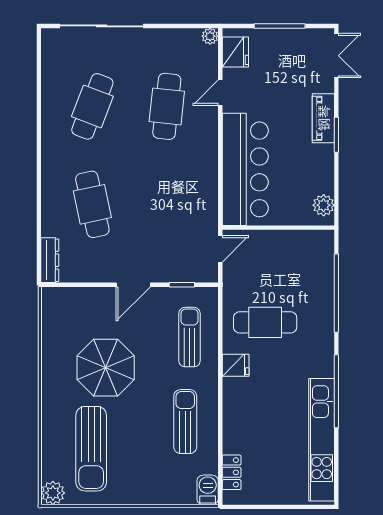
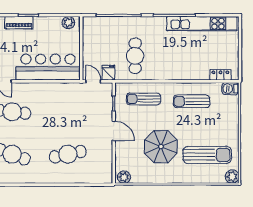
dresser: (50, 260) -> (100, 178), removed
plant: (52, 303) -> (124, 177), added
fridge: (236, 365) -> (108, 73), moved

